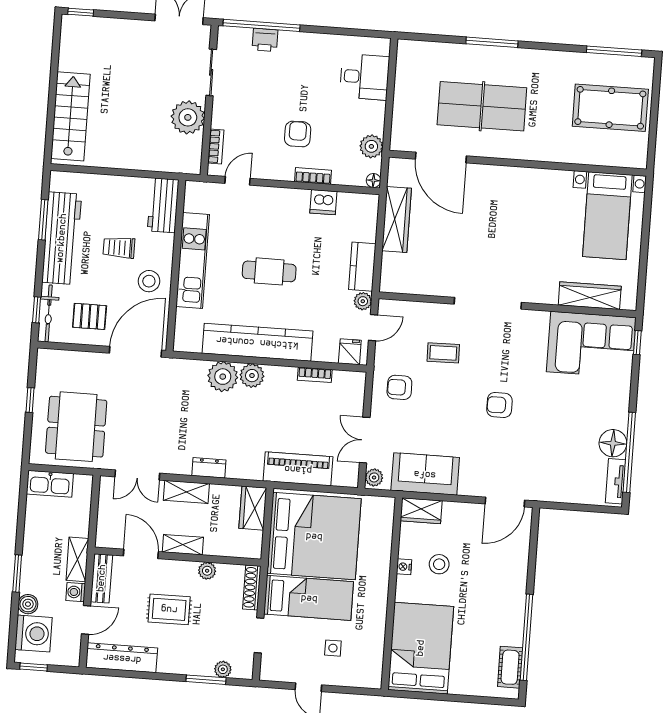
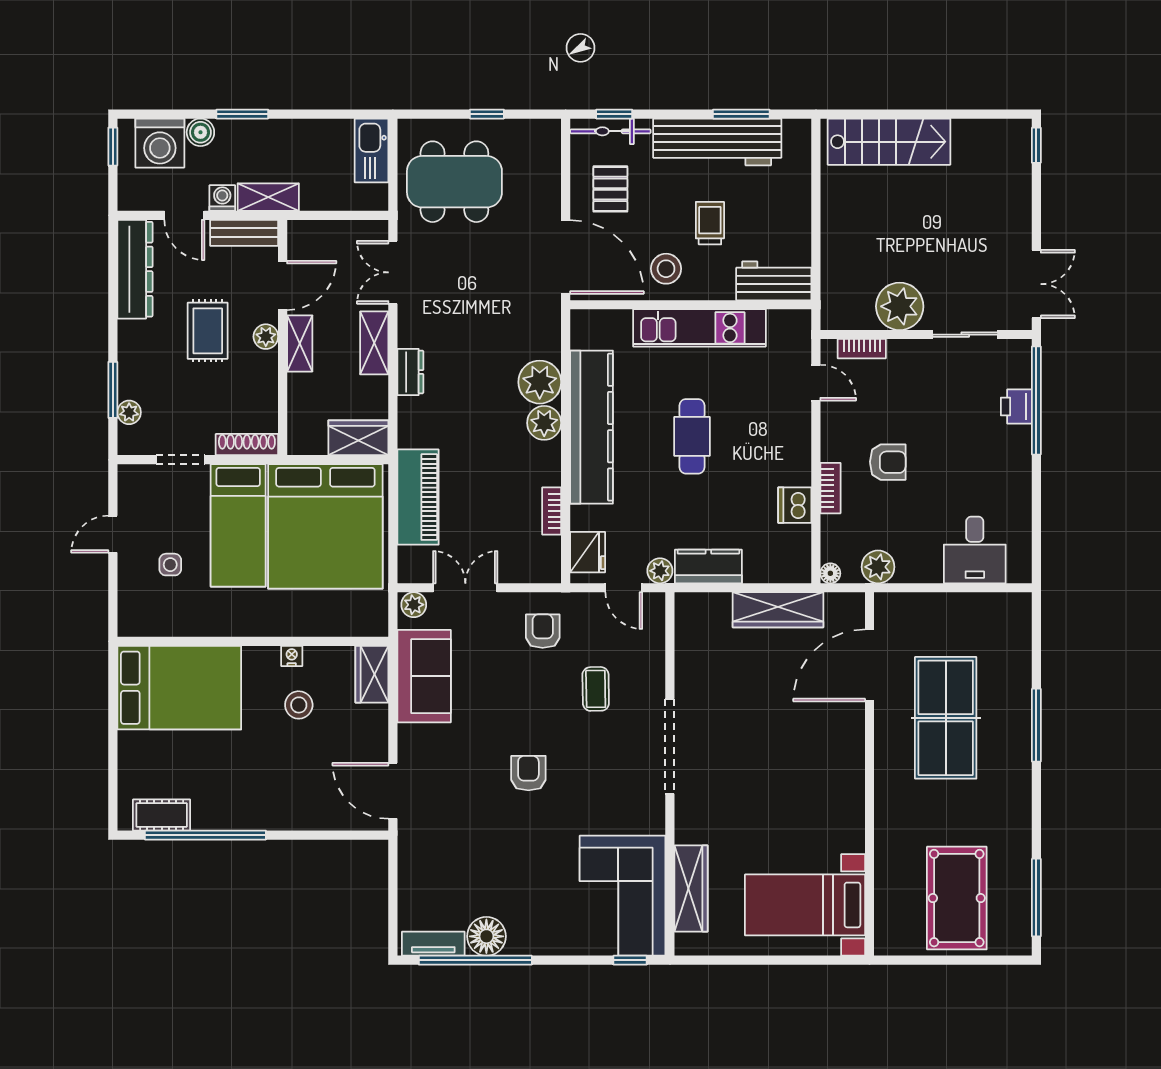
fridge: (350, 352) -> (588, 552), width x1.38
plant: (207, 571) -> (266, 337), moved

